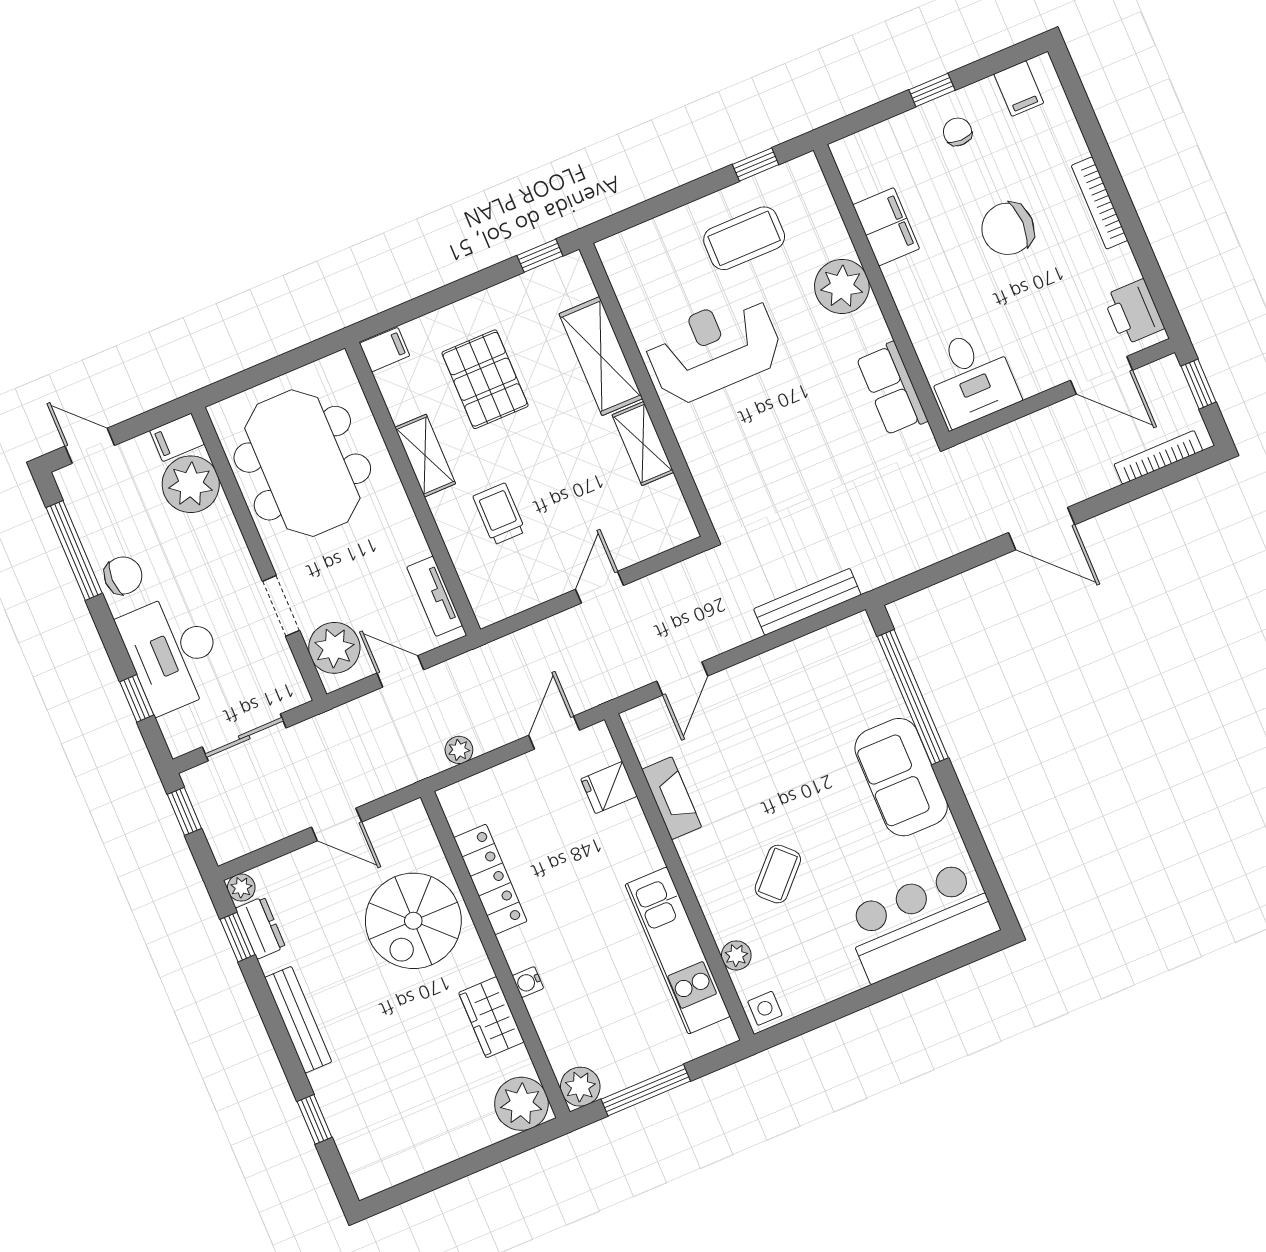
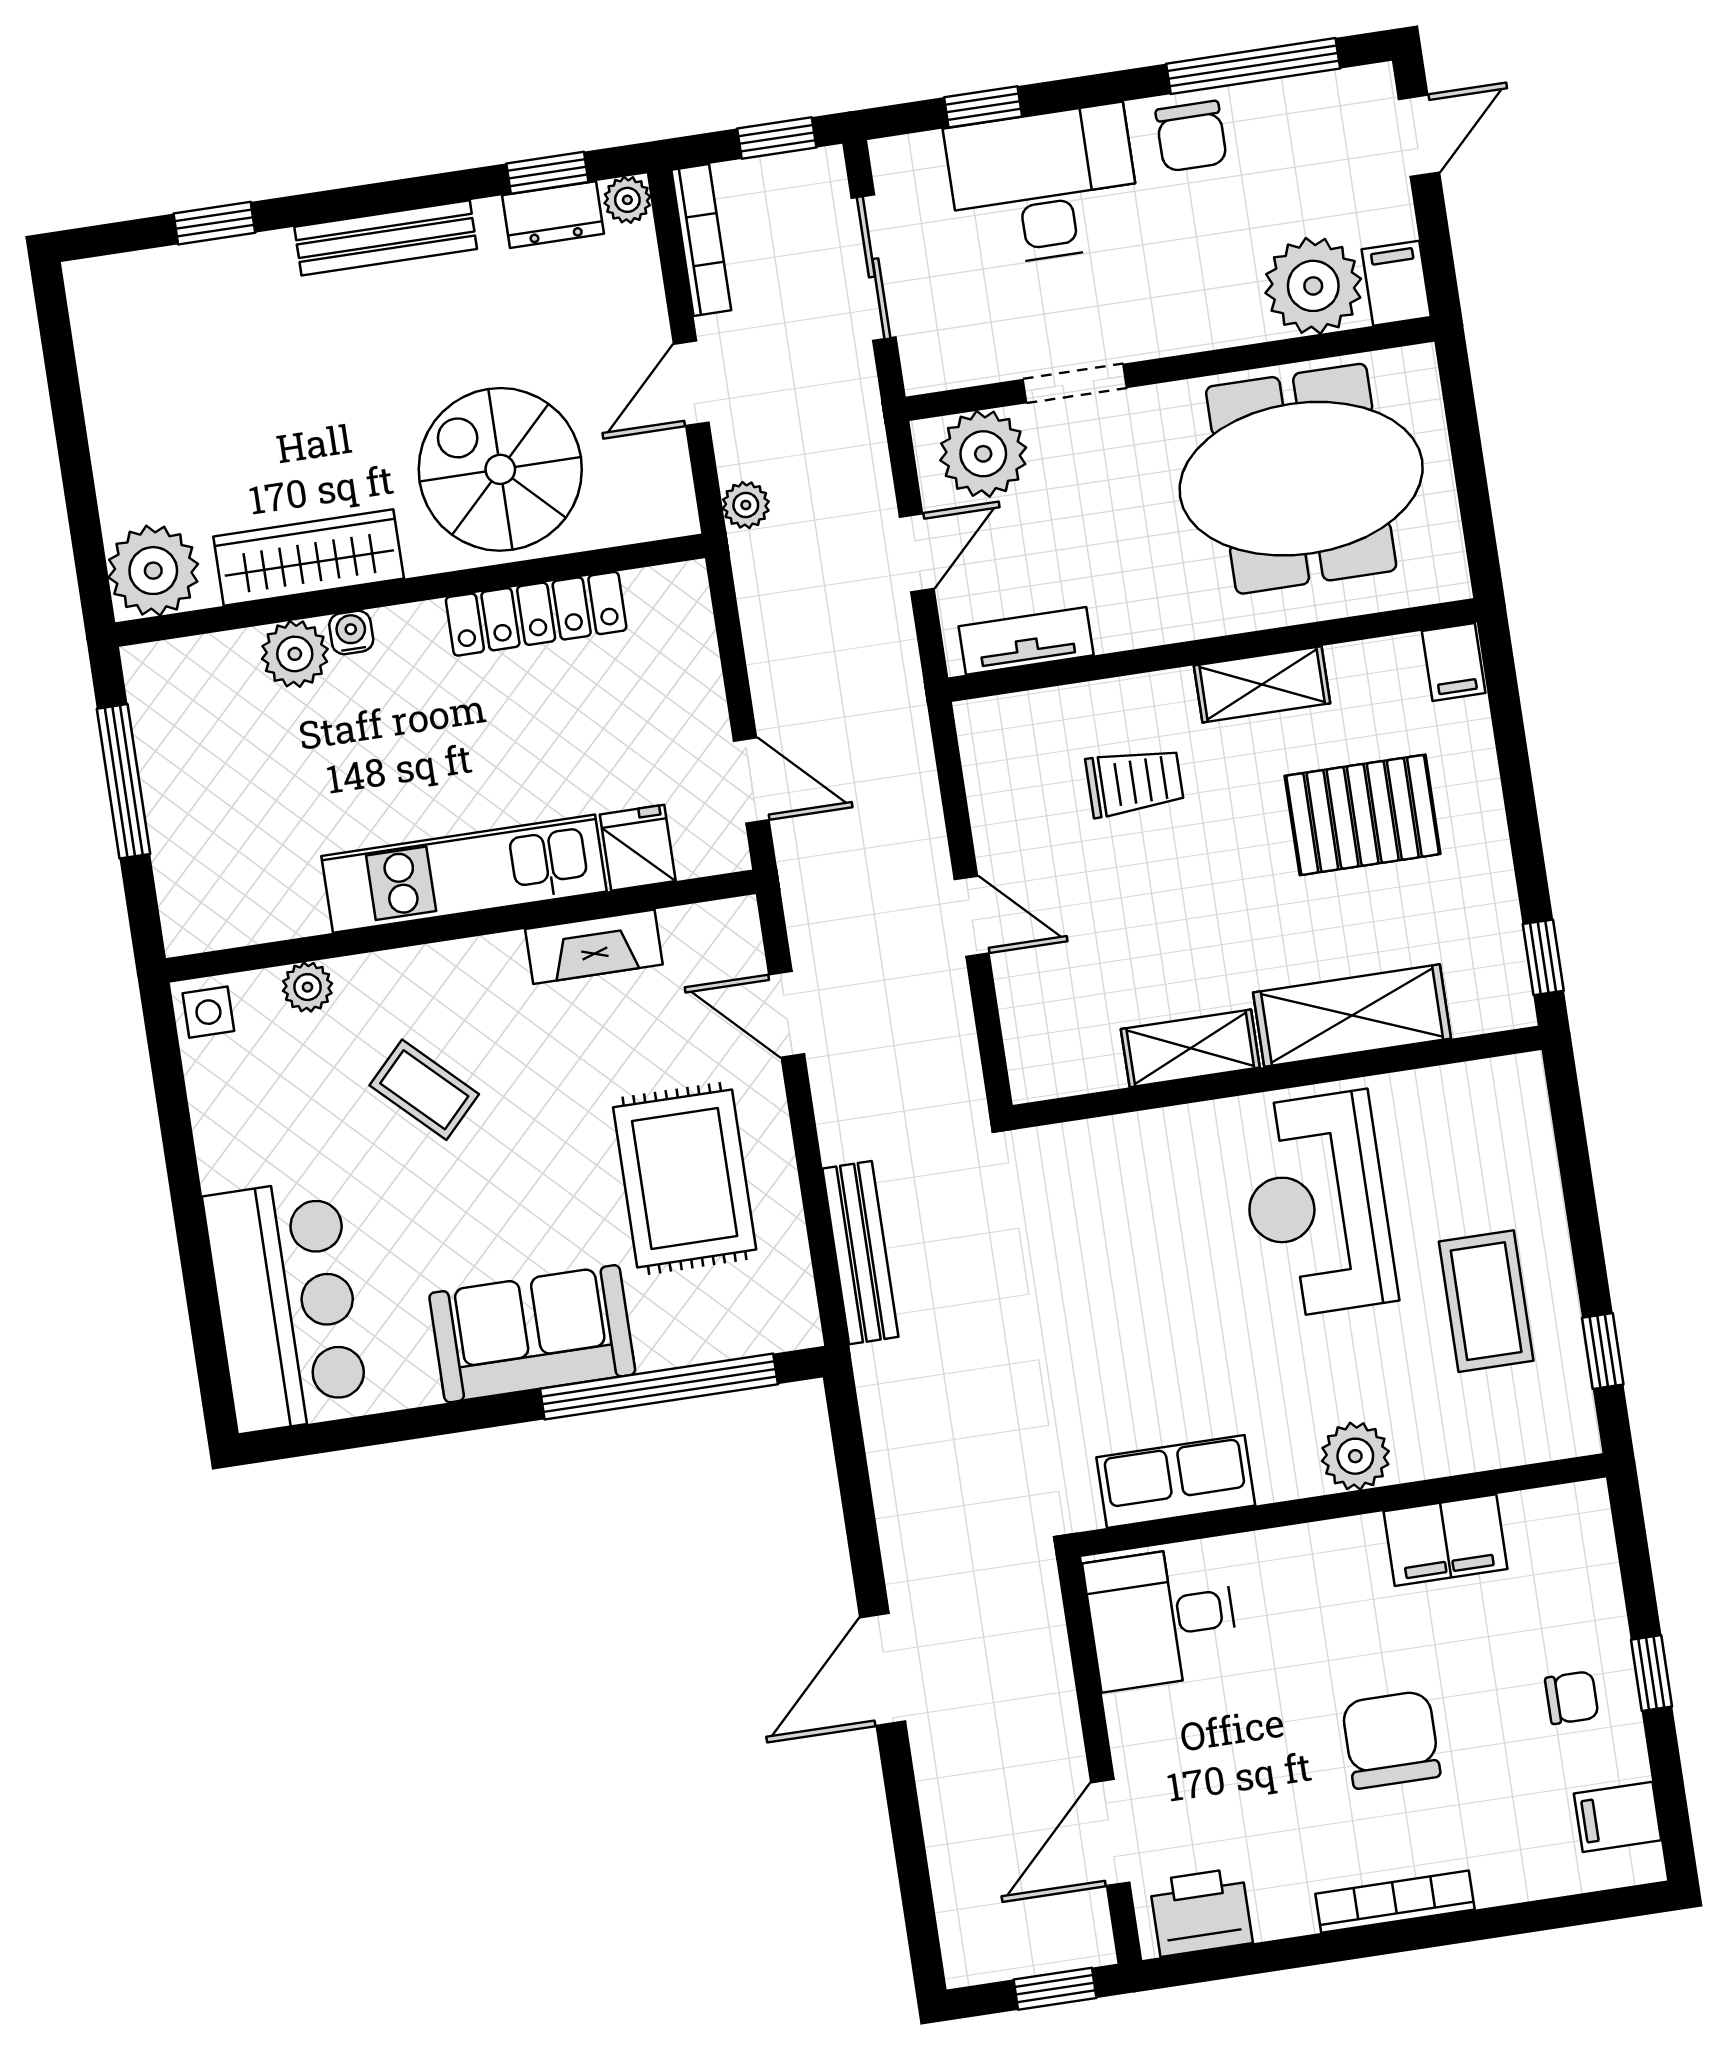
plant: (842, 286) -> (1355, 1456), width x0.73, depth x0.73
reception desk: (714, 349) -> (1317, 1205), turned 180
bookcase: (1158, 457) -> (701, 240), moved
rug: (791, 713) -> (685, 1178), added
plant: (459, 750) -> (746, 505), moved
kitchen unit: (678, 950) -> (464, 874), moved
wardrobe: (491, 1017) -> (309, 557), width x1.50
plant: (580, 1087) -> (295, 654), moved

